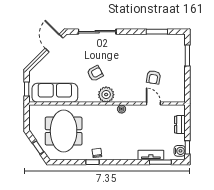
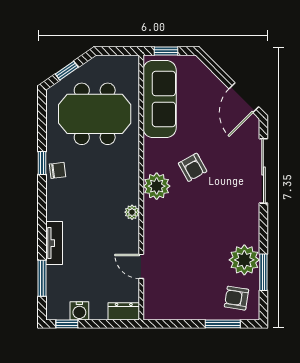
door: (54, 43) -> (244, 98), swing flipped
plant: (150, 43) -> (244, 260), added
armchair: (153, 77) -> (237, 298), moved
door: (153, 104) -> (141, 266), swing flipped
dresser: (180, 125) -> (124, 311), moved
water cooler: (180, 151) -> (79, 311), moved
tv unit: (151, 155) -> (54, 243), moved

